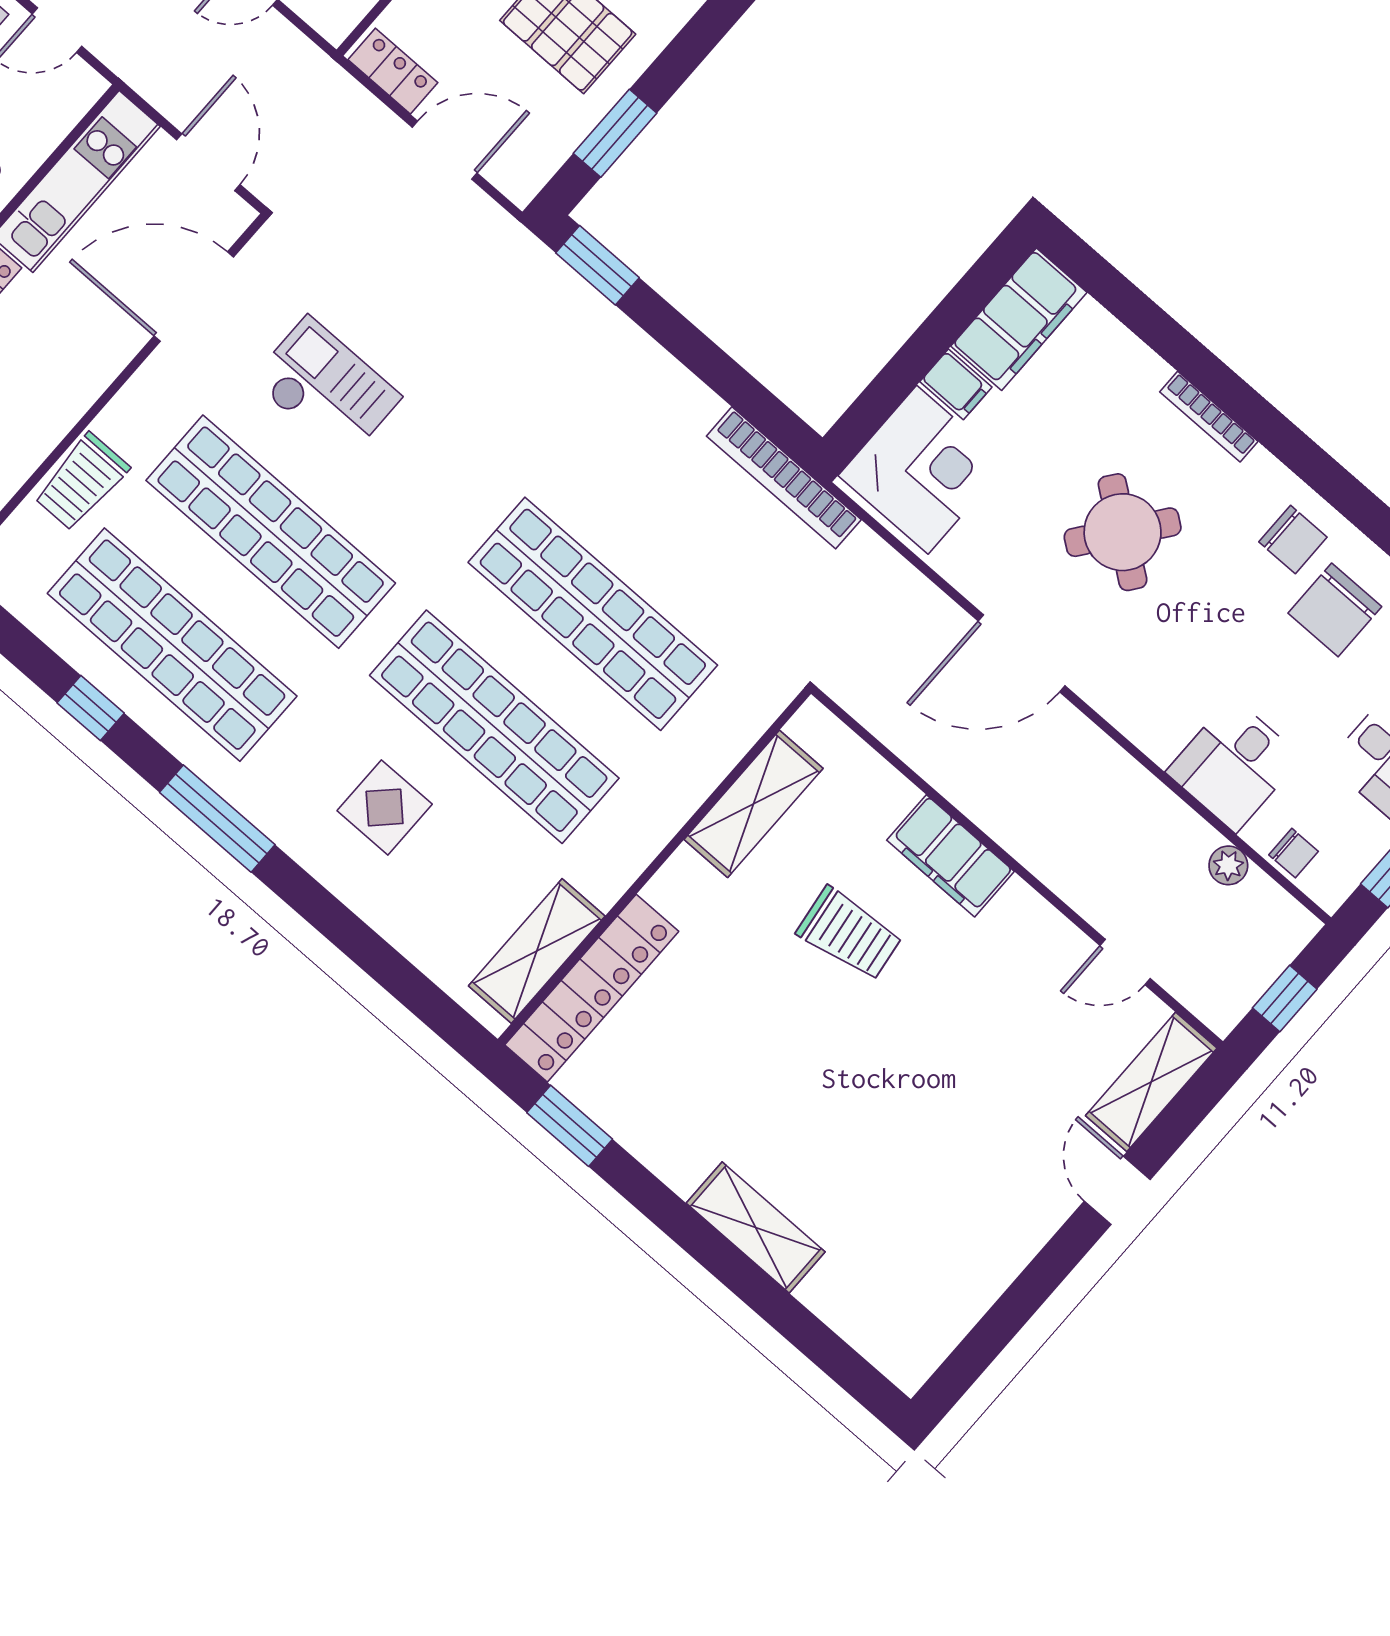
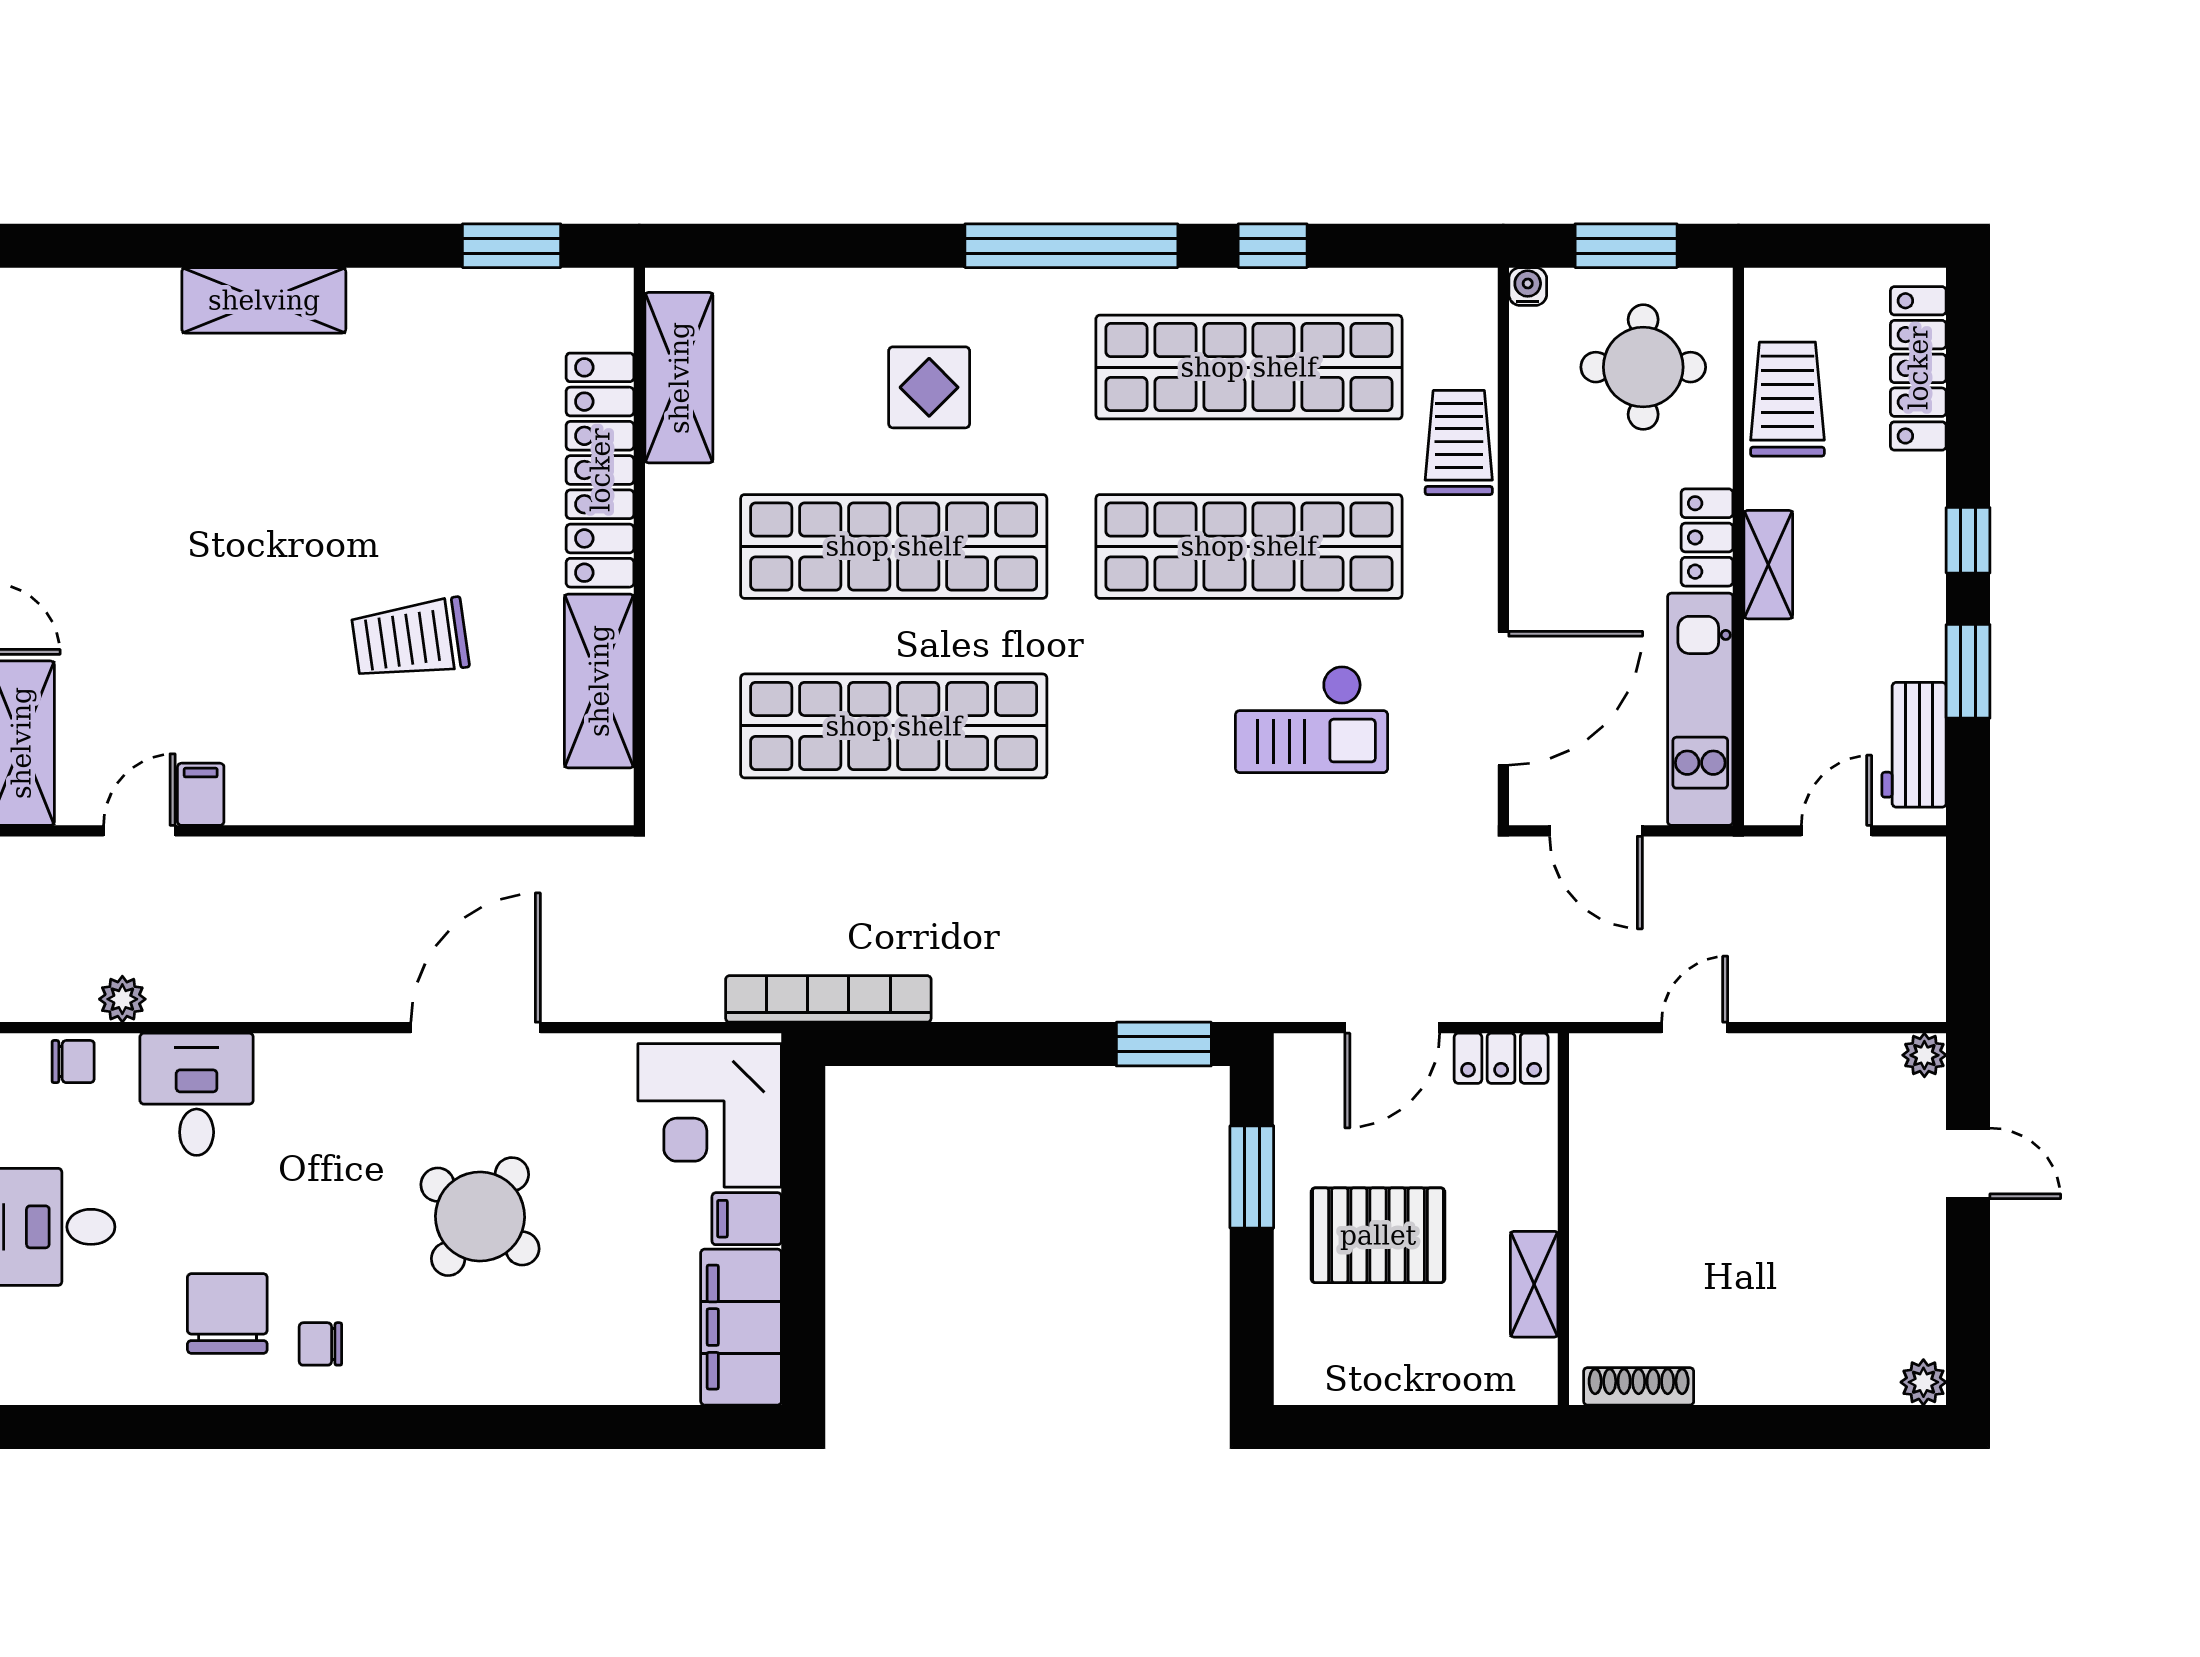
bookcase: (1209, 417) -> (493, 1389), removed
chair: (1293, 540) -> (320, 1344), width x0.73, depth x0.73
window: (217, 819) -> (1071, 246), width x1.46
chair: (1294, 853) -> (73, 1062), turned 180
filing cabinet: (950, 856) -> (201, 794), moved, width x0.33, depth x0.86
locker: (592, 988) -> (600, 470), moved

